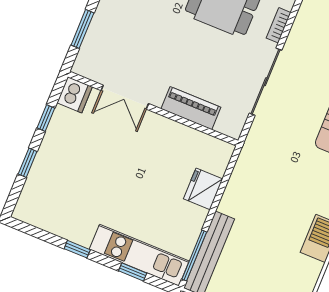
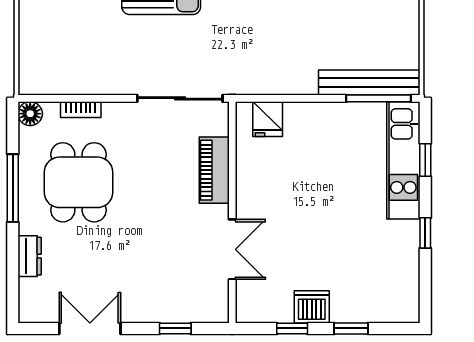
window: (82, 29) -> (175, 328), width x0.67
sliding door: (265, 82) -> (180, 98), moved
dishwasher: (75, 95) -> (312, 307), moved
fridge: (203, 189) -> (268, 119), moved, width x0.72

